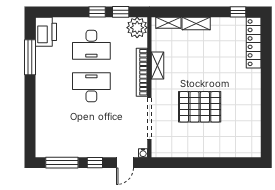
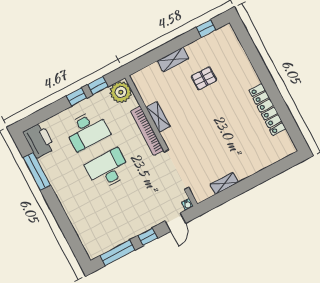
shelving: (168, 23) -> (224, 183), moved
locker: (254, 43) -> (267, 110), moved
pallet: (200, 107) -> (204, 78), moved, width x0.49, depth x0.50

